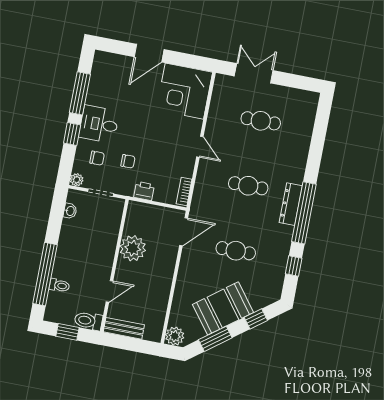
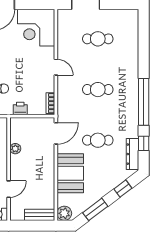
dresser: (291, 204) -> (132, 154), moved
plant: (133, 248) -> (15, 149), width x0.53, depth x0.53
booth: (223, 308) -> (70, 173), moved, turned -53
bench: (124, 328) -> (40, 215), moved

